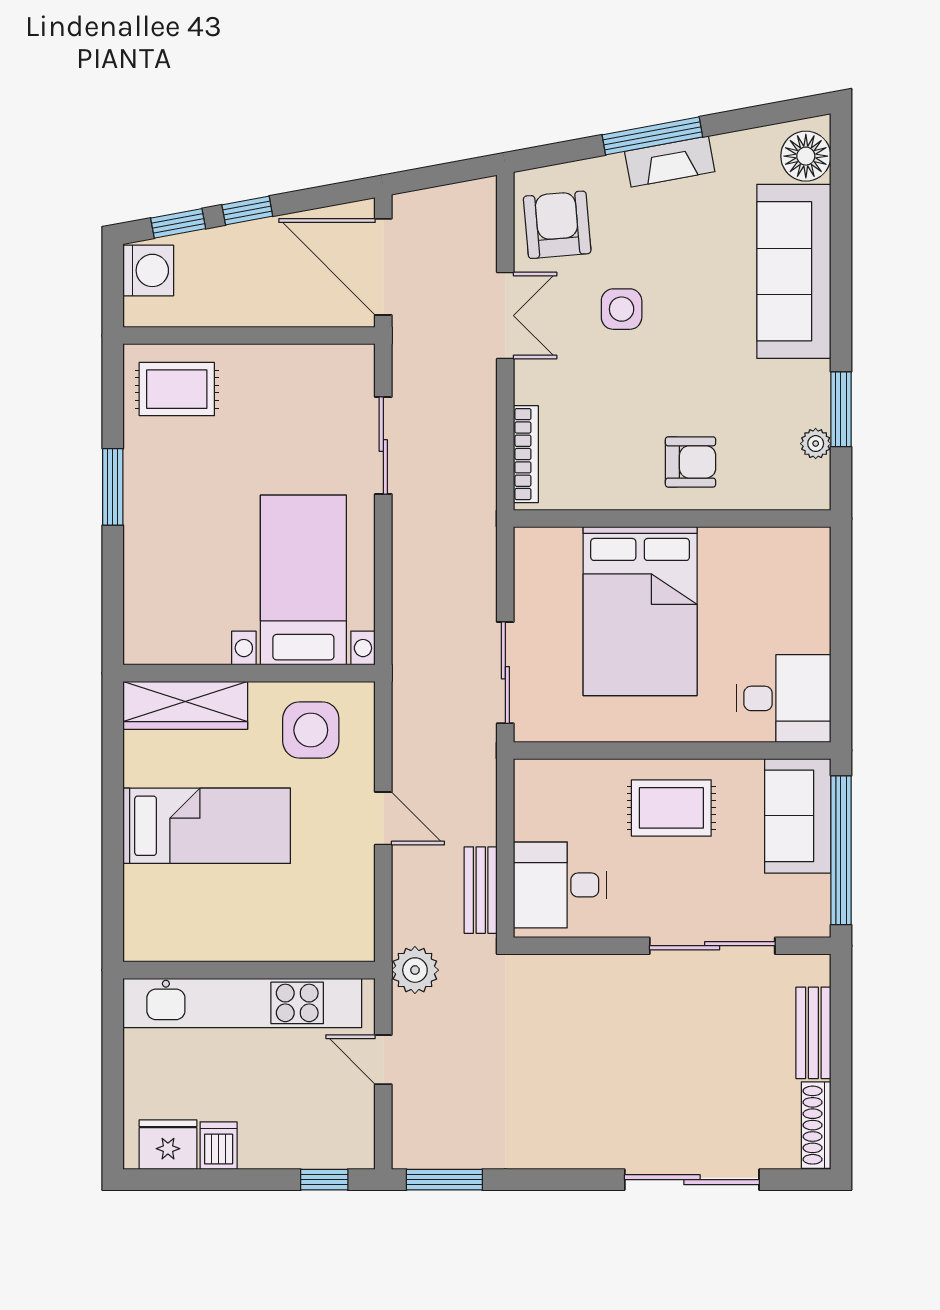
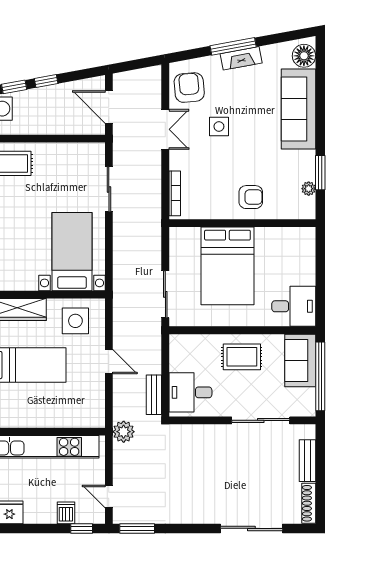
door: (383, 267) -> (109, 107), width x0.73
door: (383, 1060) -> (109, 497), moved
dishwasher: (219, 1146) -> (66, 513), moved

